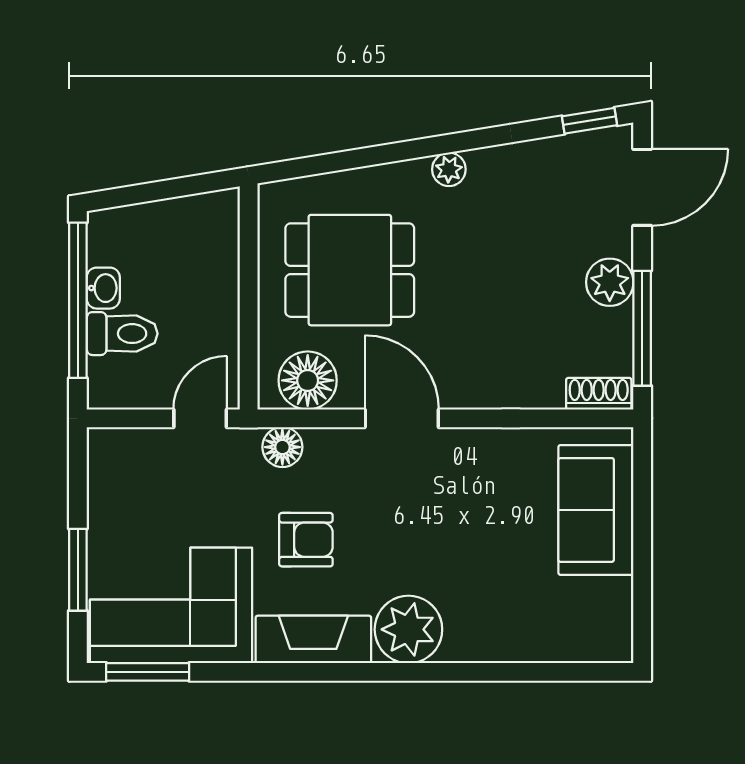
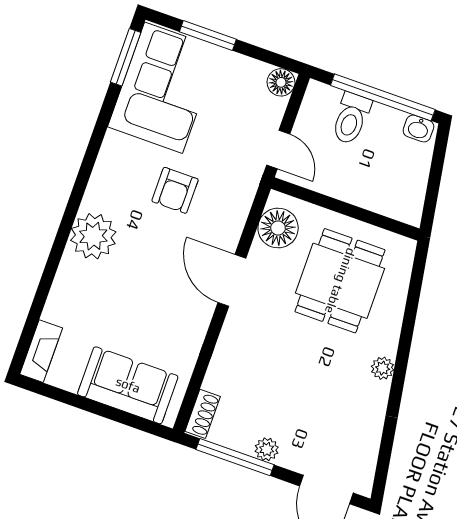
window: (590, 121) -> (382, 471), removed
plant: (610, 282) -> (267, 449), width x0.73, depth x0.73
washbasin: (103, 288) -> (418, 128), moved
door: (402, 418) -> (232, 280), swing flipped
floor lamp: (282, 447) -> (281, 82), moved
fireplace: (313, 639) -> (41, 351), moved, width x0.73, depth x0.76

